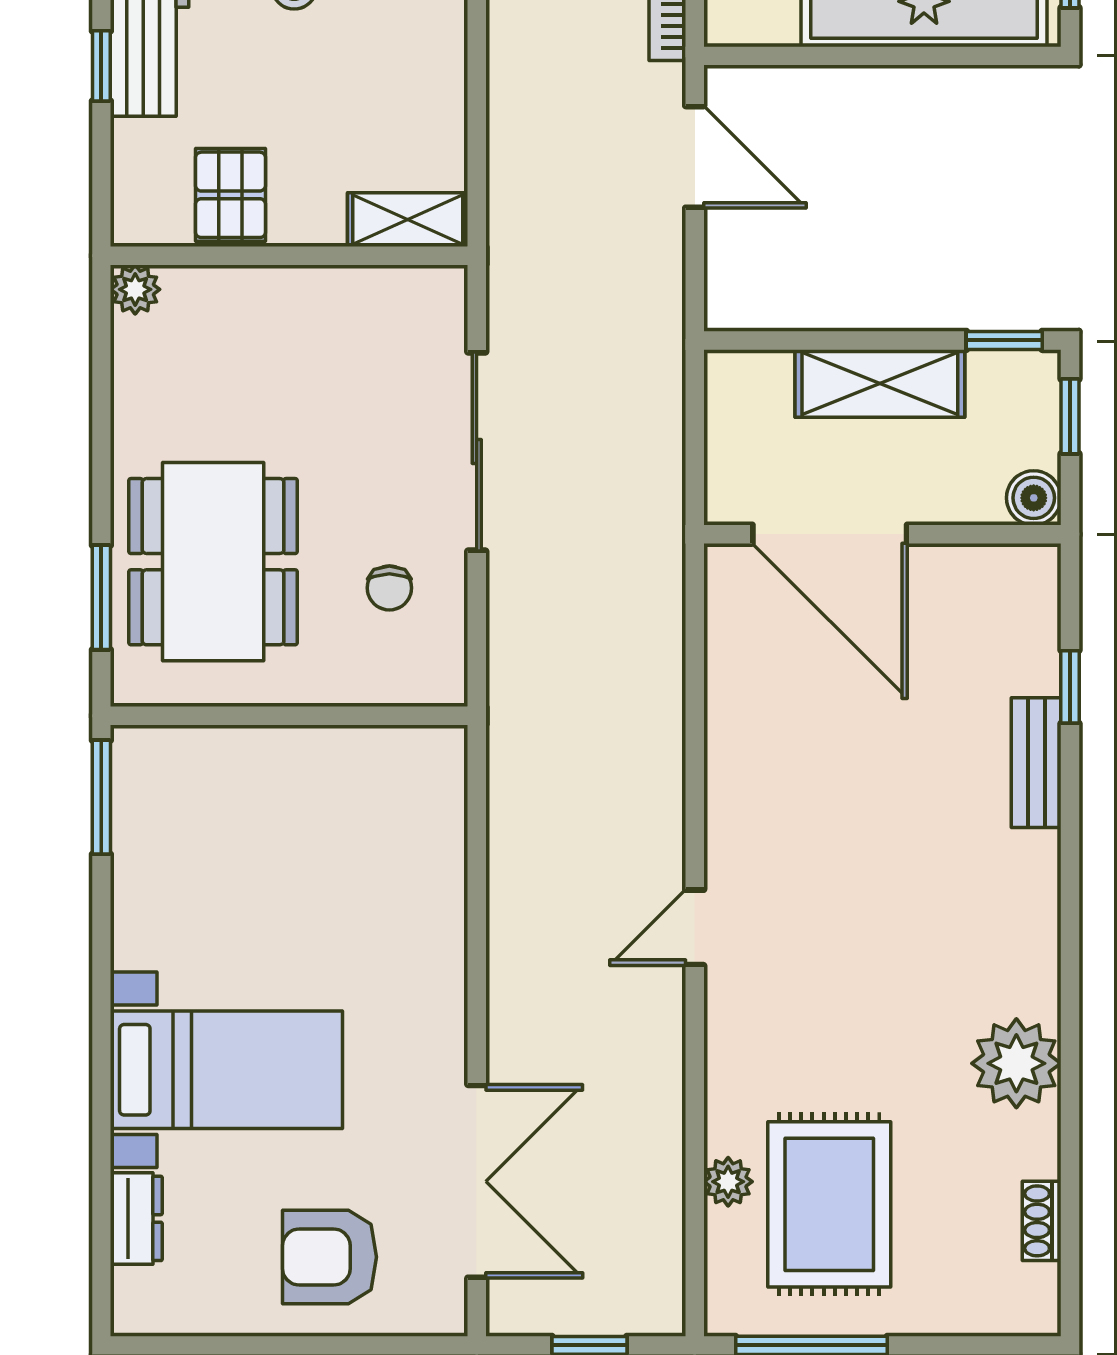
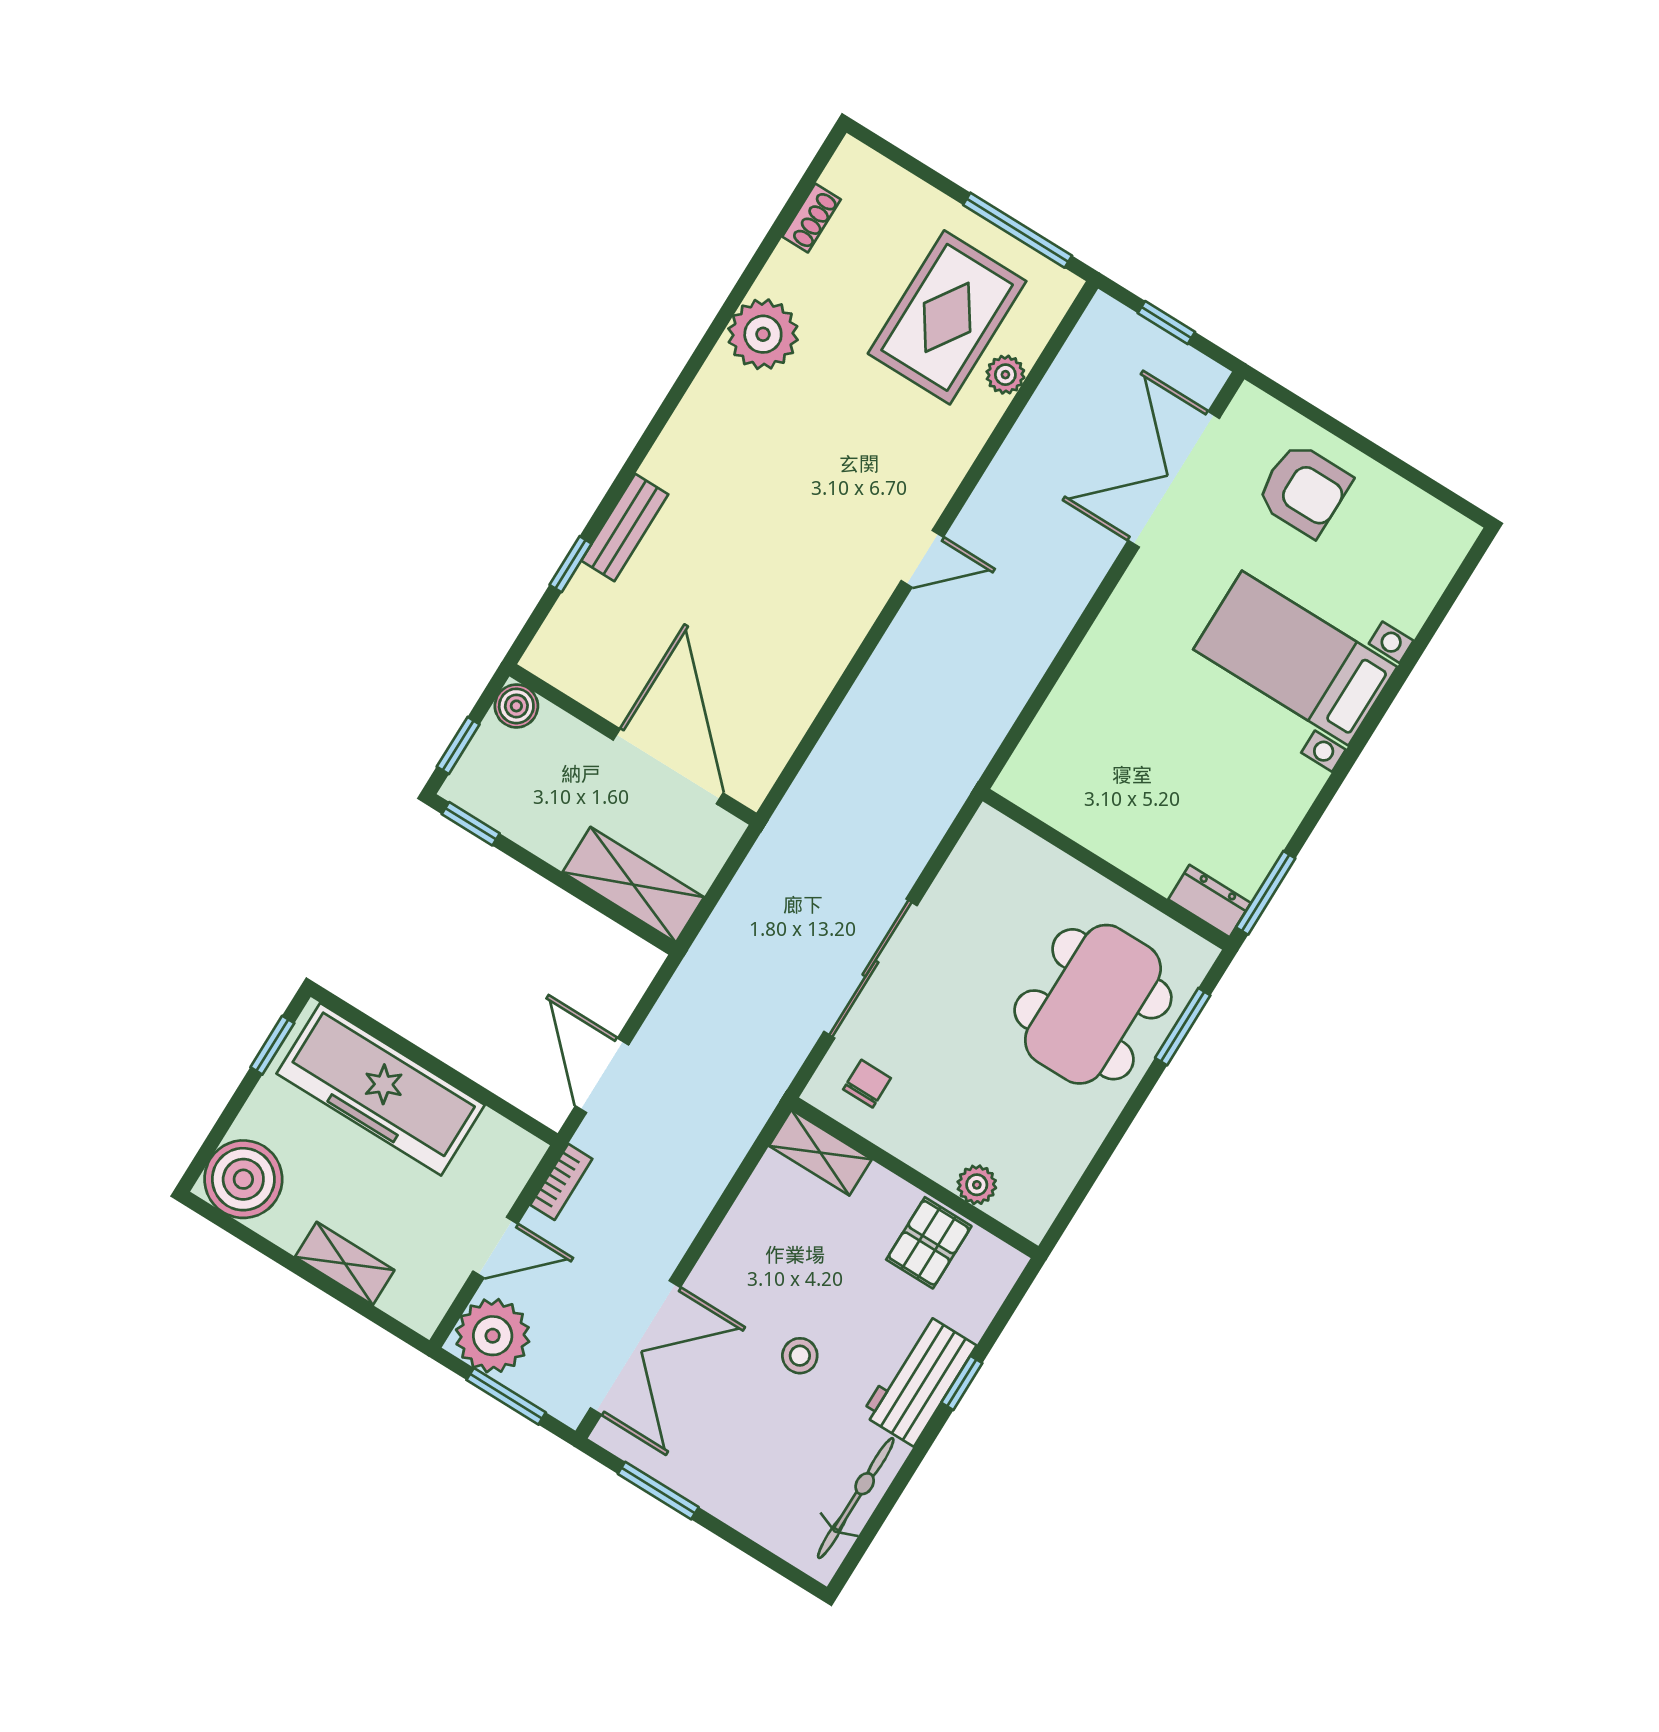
plant: (135, 289) -> (977, 1185), moved
shelving: (880, 383) -> (633, 885), moved
chair: (389, 588) -> (867, 1084), moved
dresser: (136, 1218) -> (1210, 901), moved, turned 90

